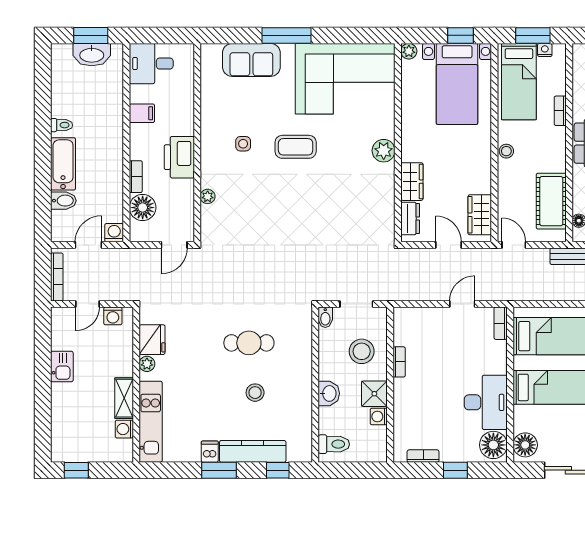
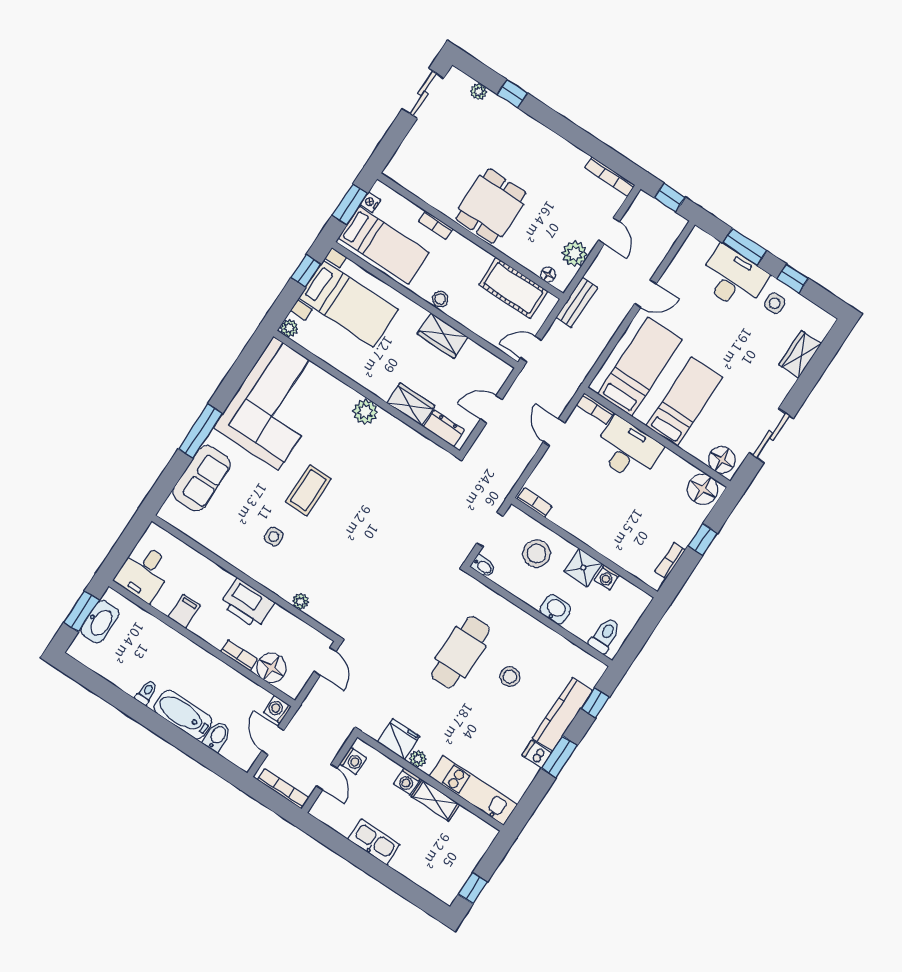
wardrobe: (480, 215) -> (443, 336), moved
cafe table: (249, 343) -> (460, 652), width x1.37, depth x1.35
bookcase: (399, 362) -> (534, 503), moved
kitchen sink: (62, 367) -> (374, 842), width x1.38
desk: (486, 402) -> (627, 450), moved
washing machine: (124, 429) -> (407, 781), moved

